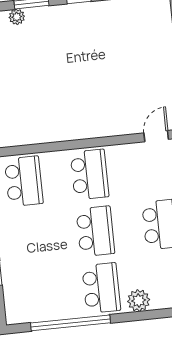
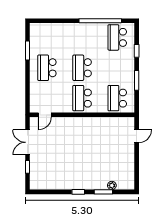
school desk: (101, 288) -> (117, 37), moved
plant: (139, 300) -> (63, 29), removed

